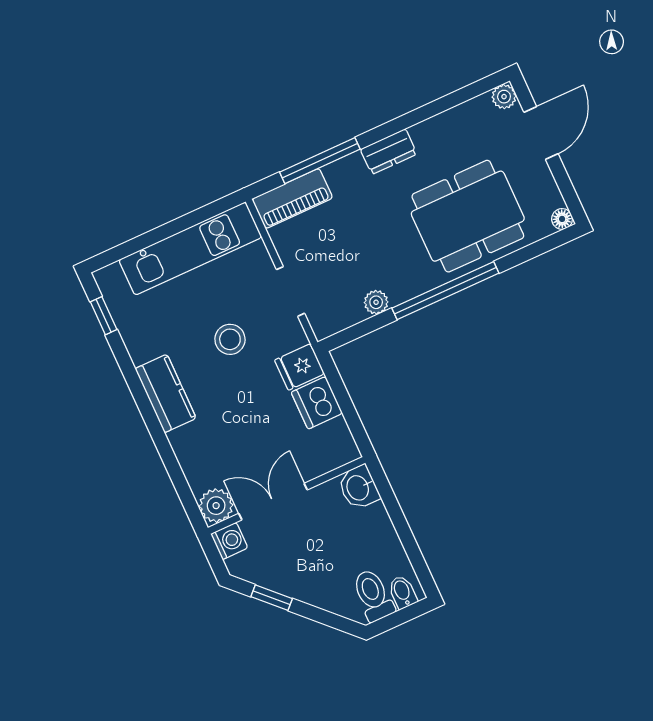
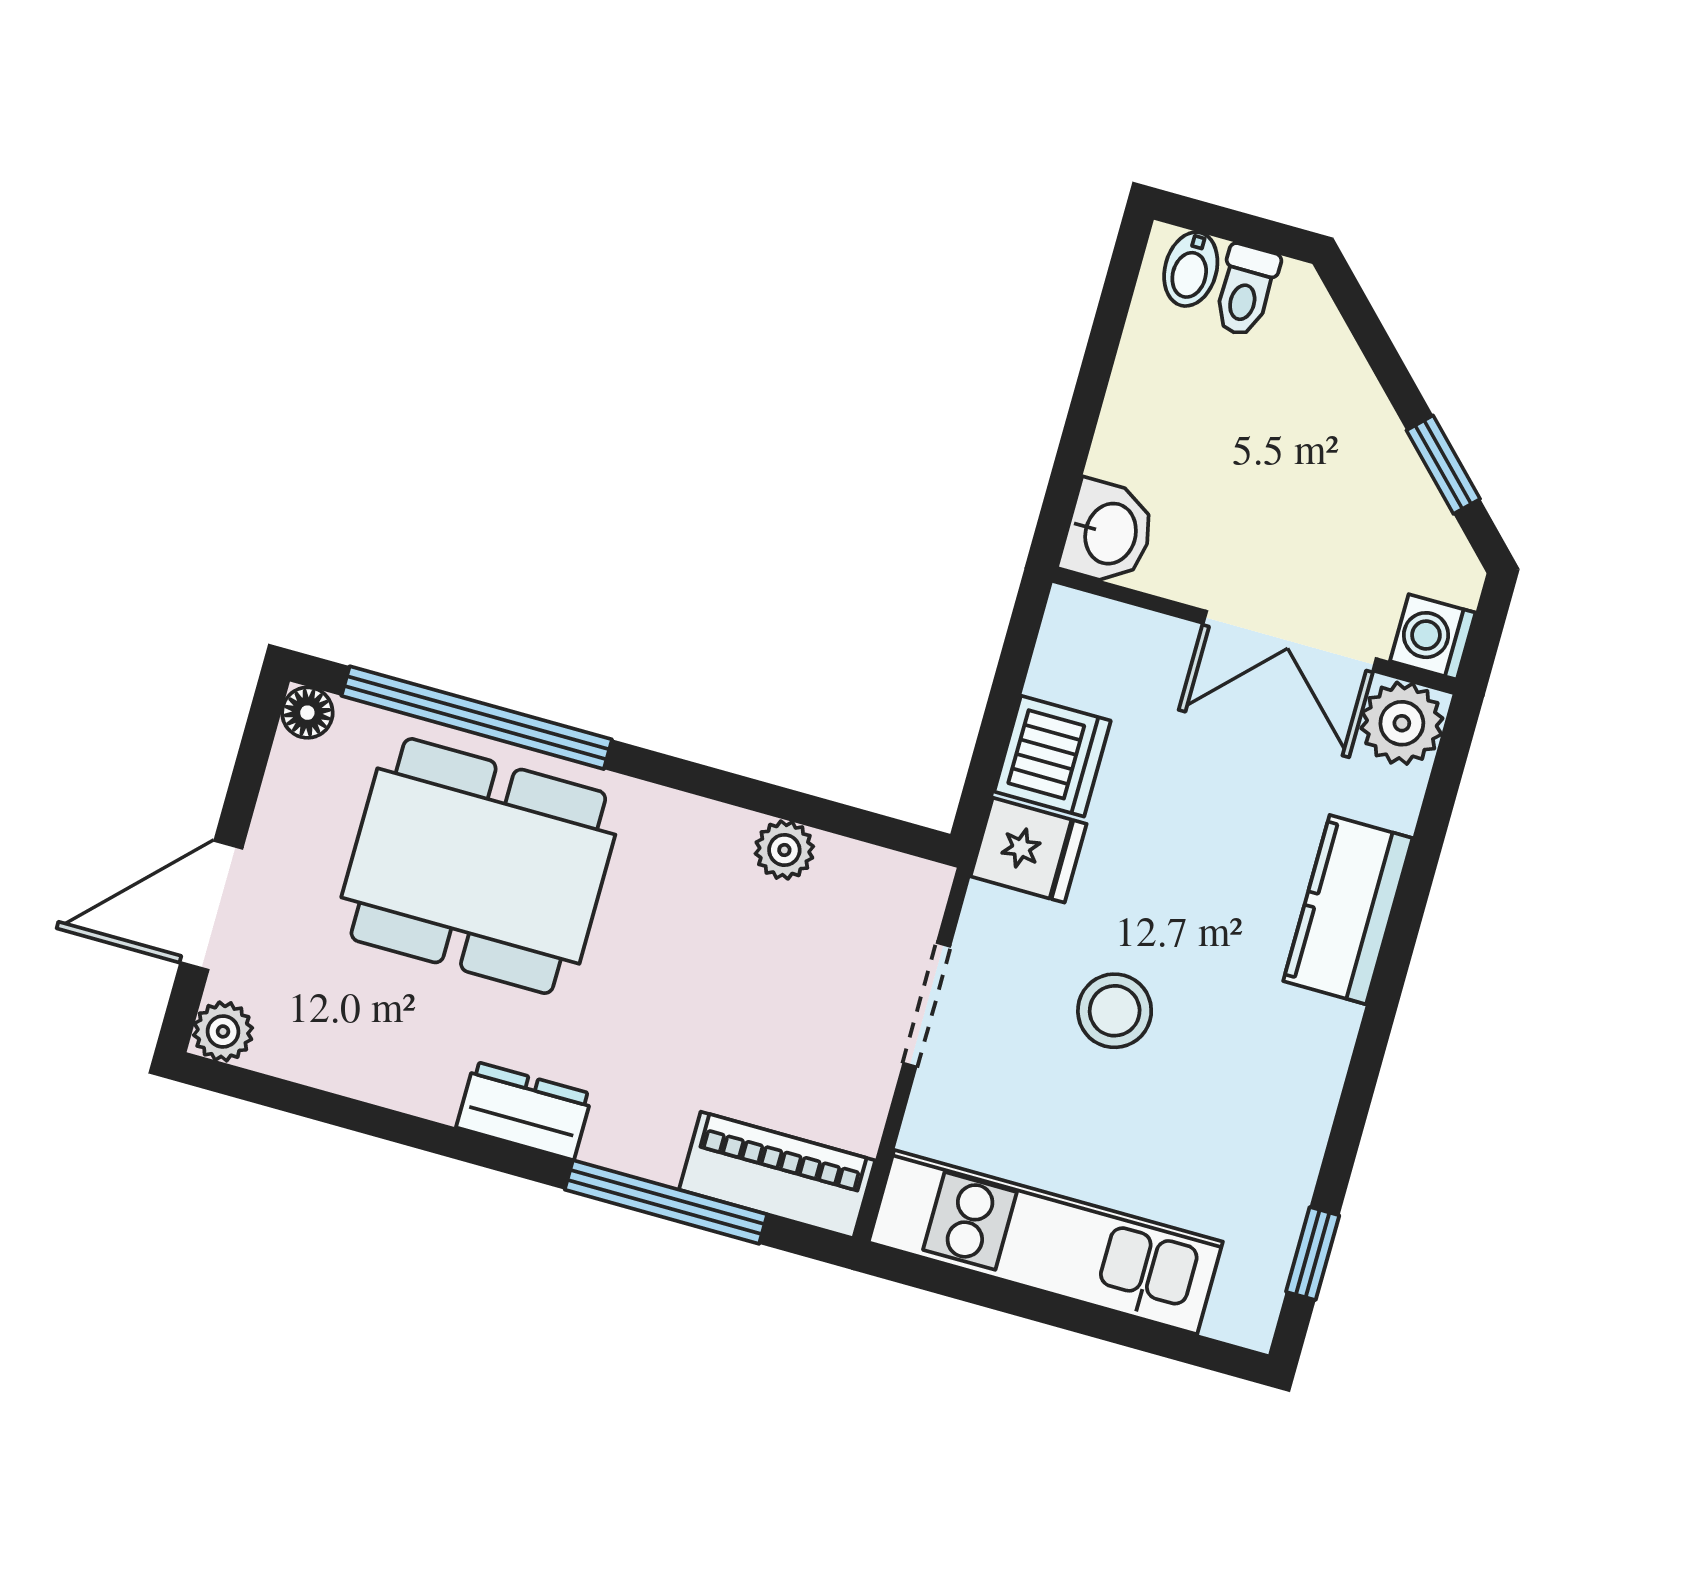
window: (445, 291) -> (477, 718), moved
kitchen counter: (166, 393) -> (1348, 910), moved
toilet: (373, 595) -> (1246, 290), width x0.73, depth x0.72

